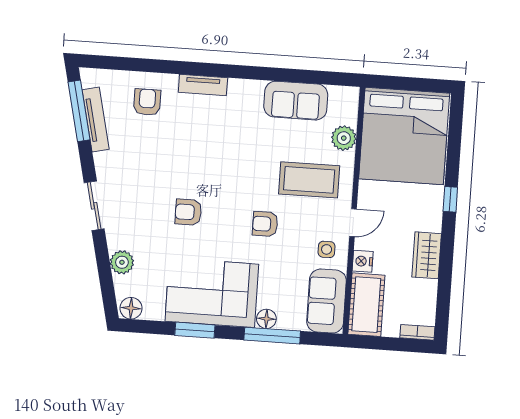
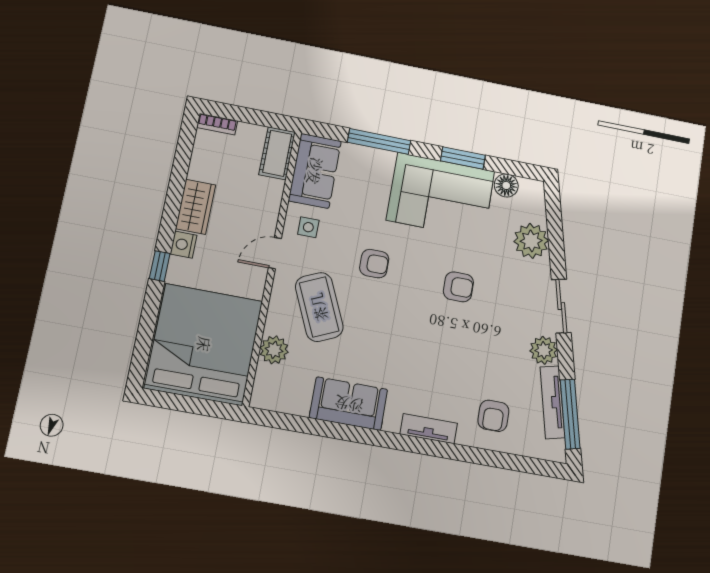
sofa: (296, 101) -> (349, 404), moved
plant: (107, 164) -> (544, 350), added
coffee table: (309, 180) -> (319, 307), turned 66
nightstand: (363, 261) -> (183, 245), moved, turned 180
plant: (122, 262) -> (531, 241), width x1.36, depth x1.36
cot: (366, 305) -> (277, 153), width x0.73, depth x0.75
floor lamp: (131, 308) -> (506, 185), moved
floor lamp: (266, 319) -> (384, 160), removed

